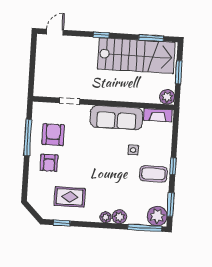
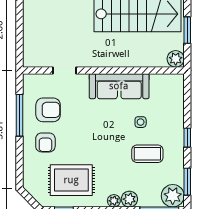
fireplace: (158, 115) -> (166, 80), removed
armchair: (53, 135) -> (48, 110), turned 90
coffee table: (153, 174) -> (147, 154), moved
rug: (70, 197) -> (71, 180), width x1.36, depth x1.43

